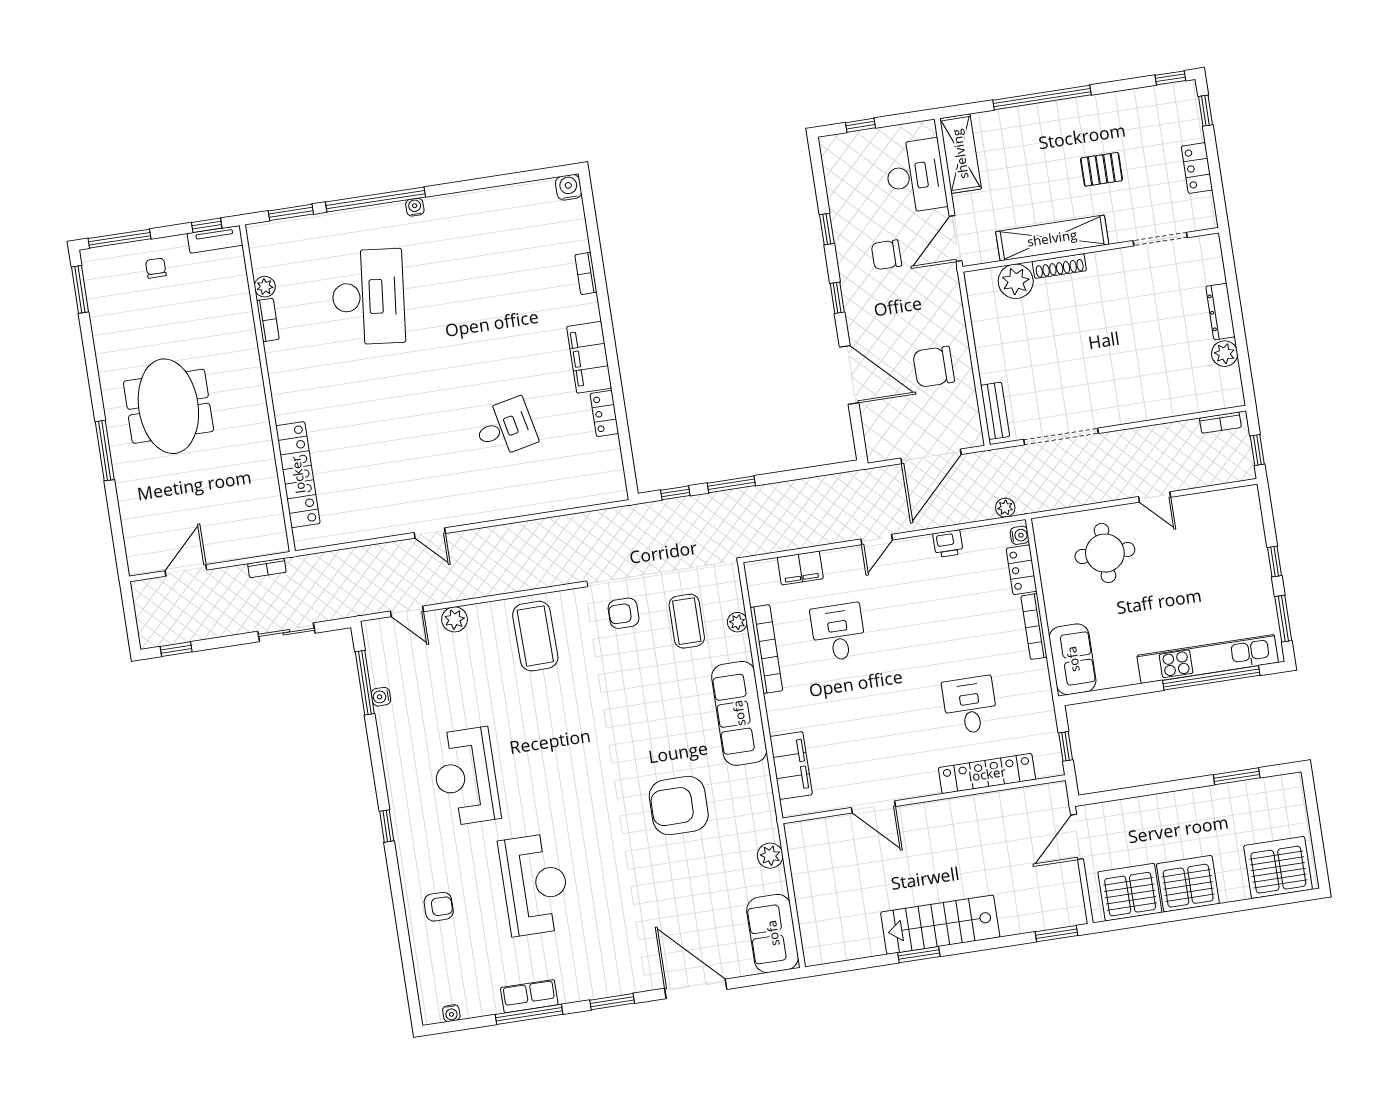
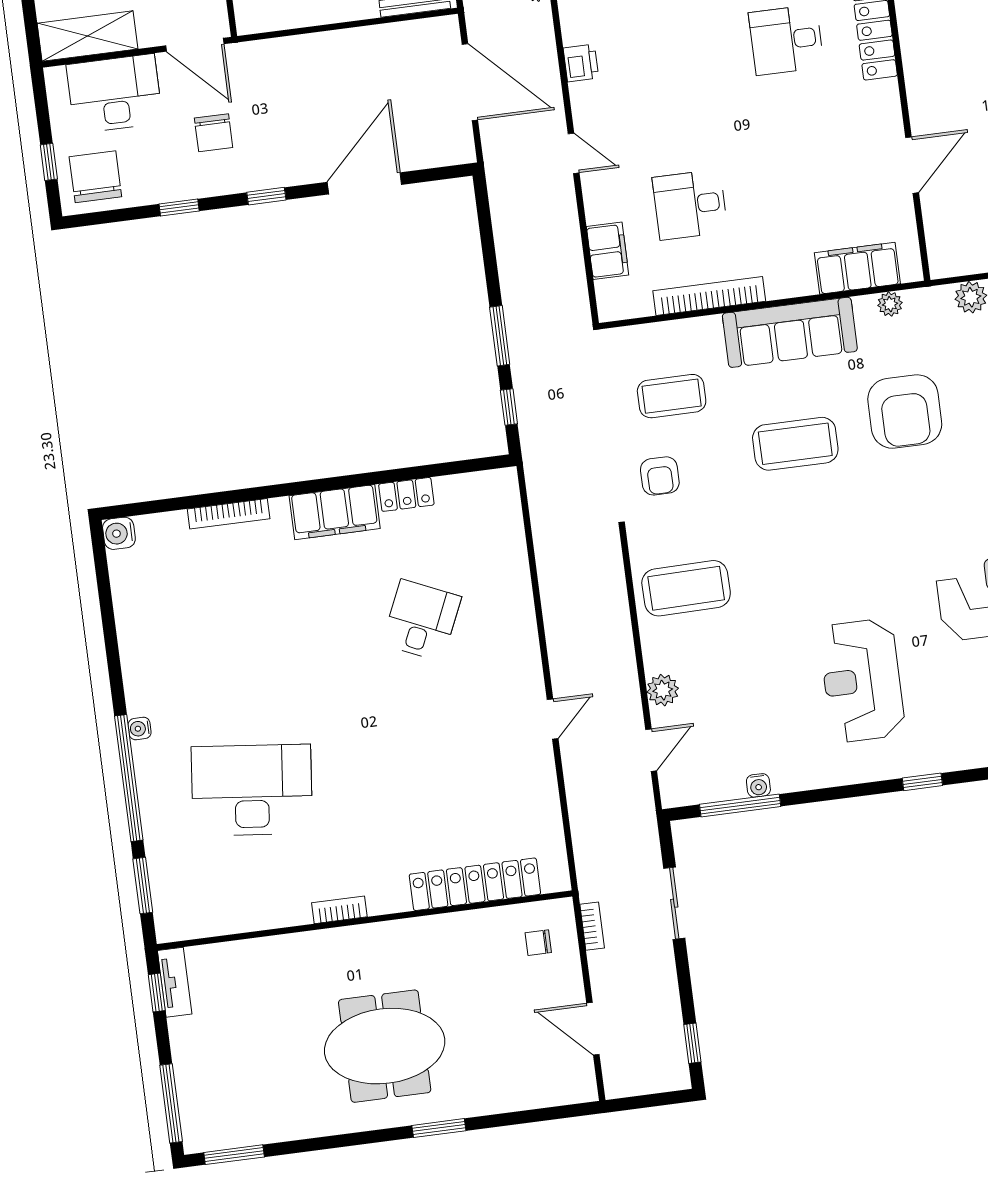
chair: (156, 268) -> (538, 943), moved
bookcase: (586, 274) -> (229, 514), width x1.56
plant: (265, 287) -> (236, 921), removed
bookcase: (268, 320) -> (339, 910), moved
chair: (934, 367) -> (95, 177), moved, turned 180
desk: (505, 428) -> (422, 620), turned 36
window: (105, 451) -> (439, 1128), width x0.69
plant: (737, 622) -> (890, 304), moved
coffee table: (651, 720) -> (795, 444), added
reception desk: (466, 777) -> (862, 681), turned 90

